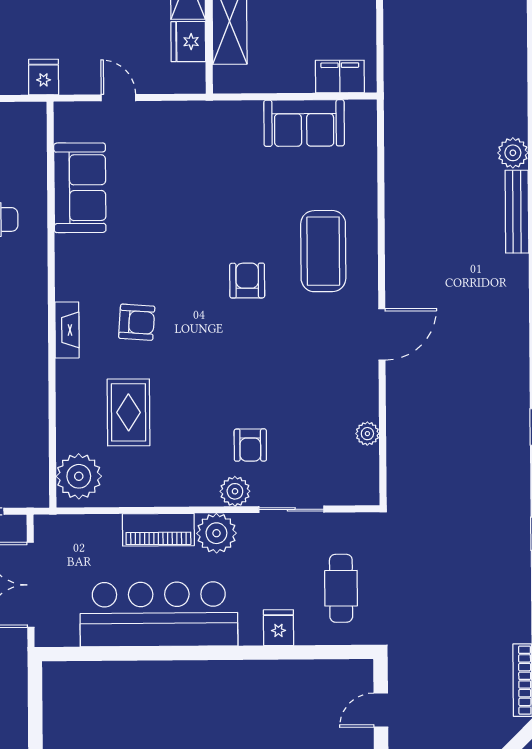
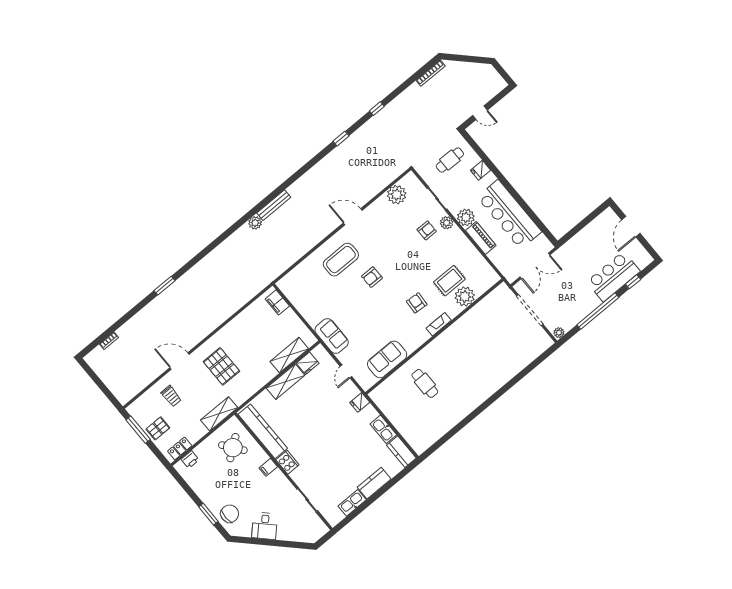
sofa: (304, 123) -> (332, 336), moved
plant: (367, 434) -> (397, 195), width x1.88, depth x1.88
plant: (79, 476) -> (465, 296), moved

